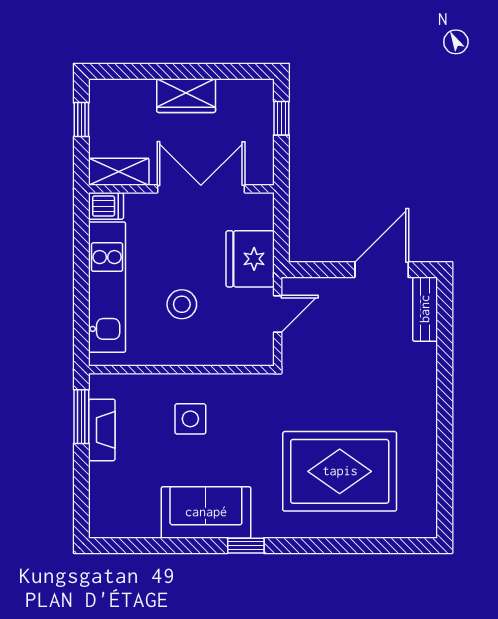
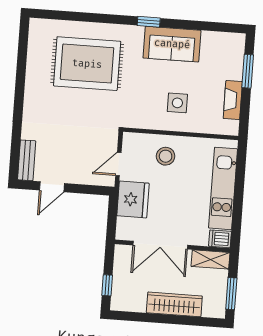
wardrobe: (186, 96) -> (174, 304), width x1.50
window: (81, 120) -> (231, 294), width x1.50
door: (382, 270) -> (52, 187), width x0.73
stool: (182, 304) -> (166, 156), moved
window: (81, 417) -> (248, 71), moved

